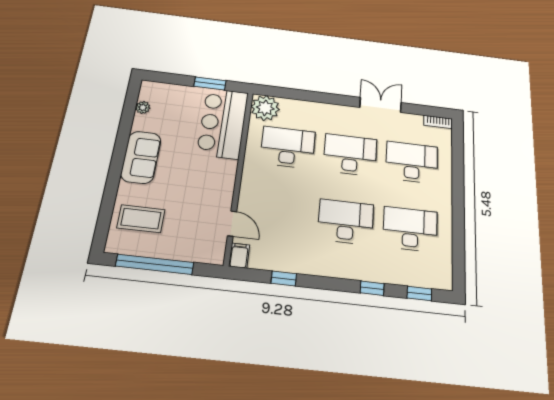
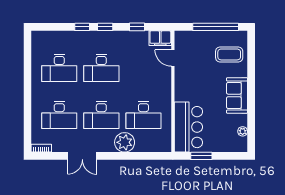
plant: (265, 108) -> (125, 142), moved
filing cabinet: (239, 256) -> (160, 38), width x2.00
window: (419, 293) -> (105, 27), moved

